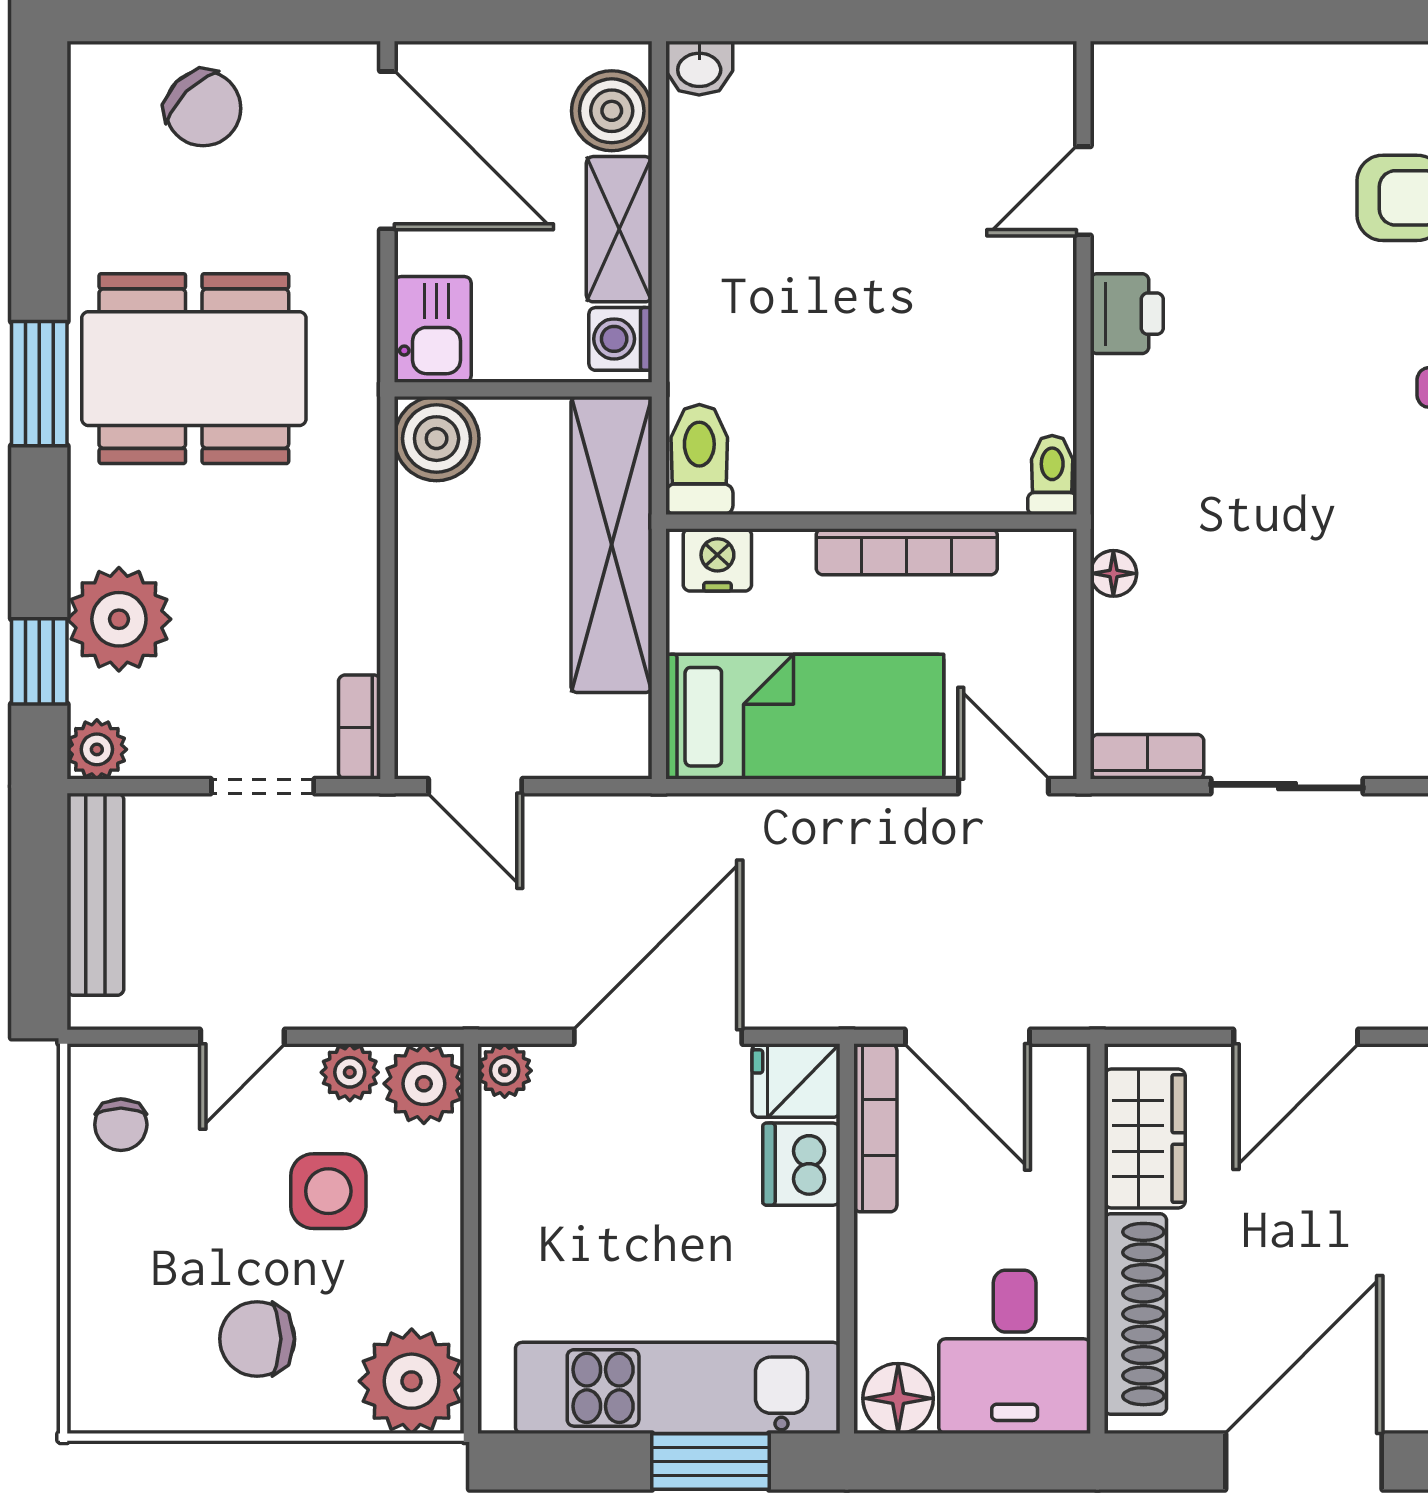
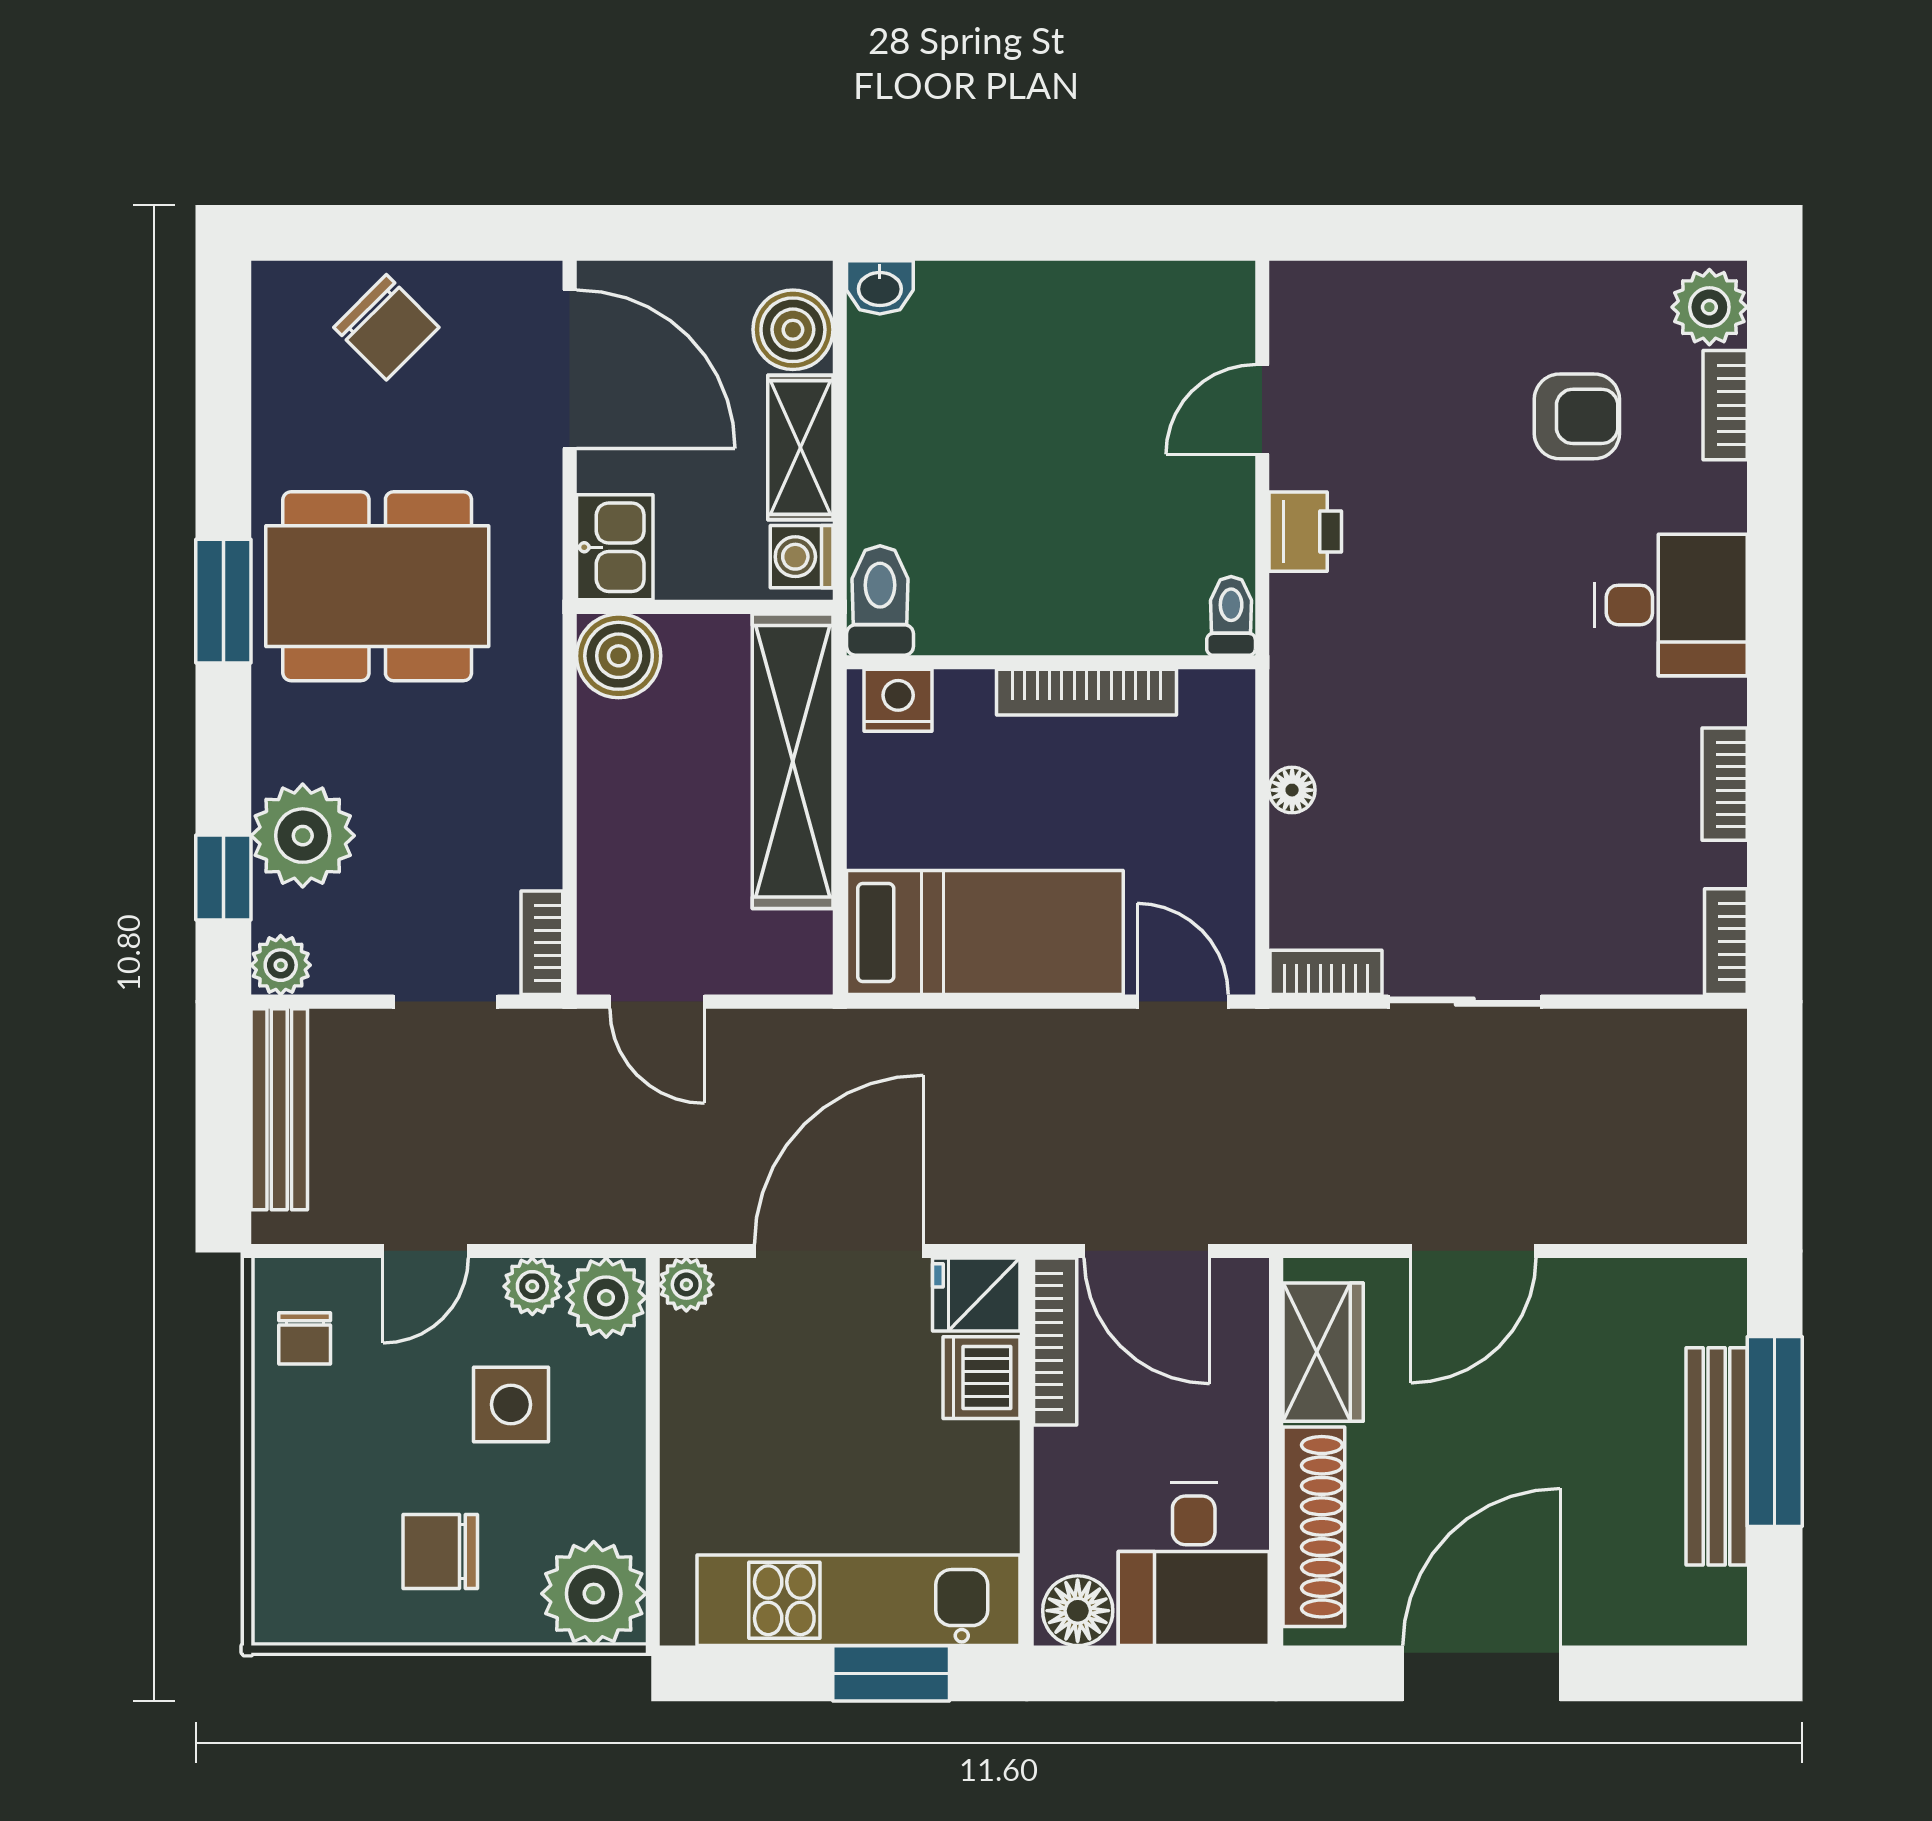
toilet: (699, 460) -> (880, 601), moved
toilet: (1052, 475) -> (1231, 616), moved
wall: (871, 522) -> (1051, 662), moved
bookcase: (907, 552) -> (1086, 692), moved
nightstand: (717, 560) -> (898, 700), moved

